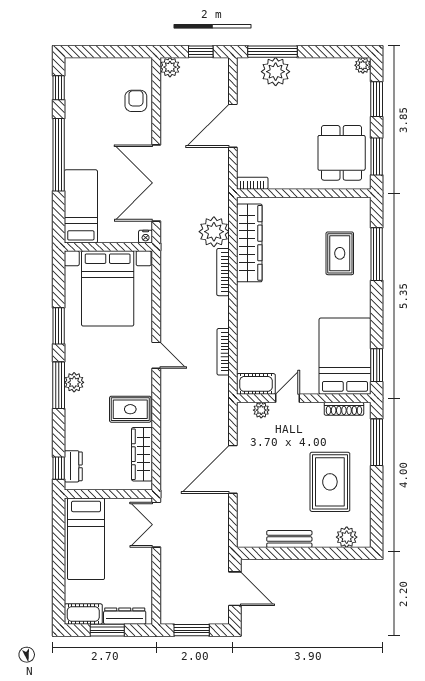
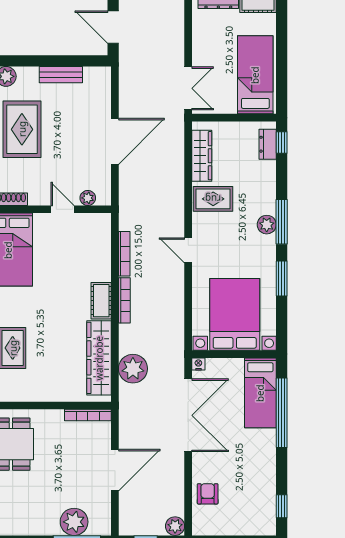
armchair: (136, 101) -> (208, 494), turned 180
window: (59, 155) -> (282, 413), moved
bookcase: (252, 183) -> (88, 415), width x1.56
bookcase: (223, 272) -> (124, 300), moved
cot: (256, 384) -> (101, 301), moved, turned 90
door: (287, 398) -> (63, 209), swing flipped

